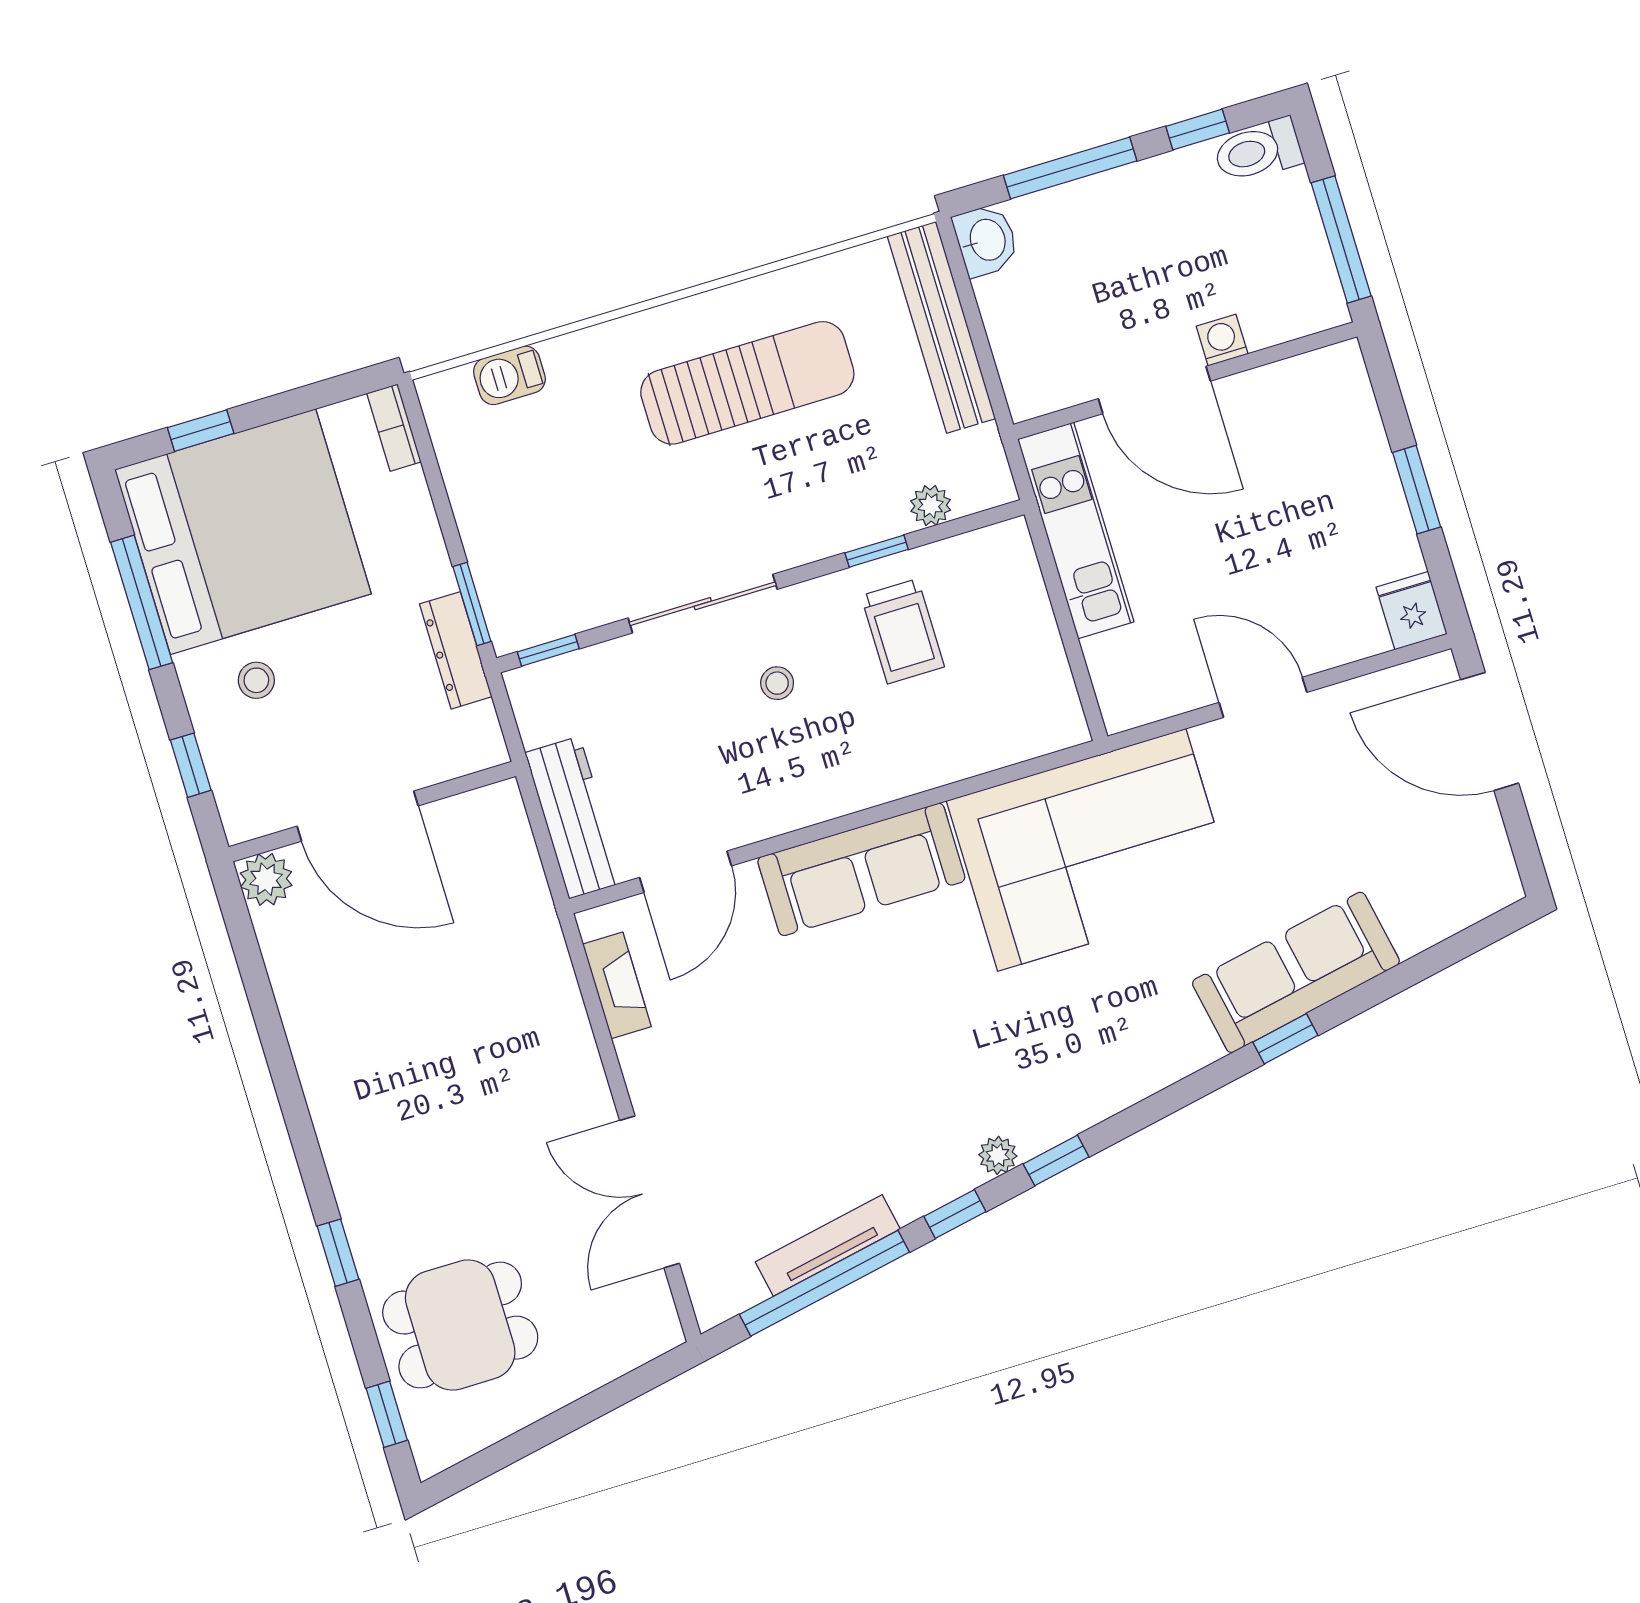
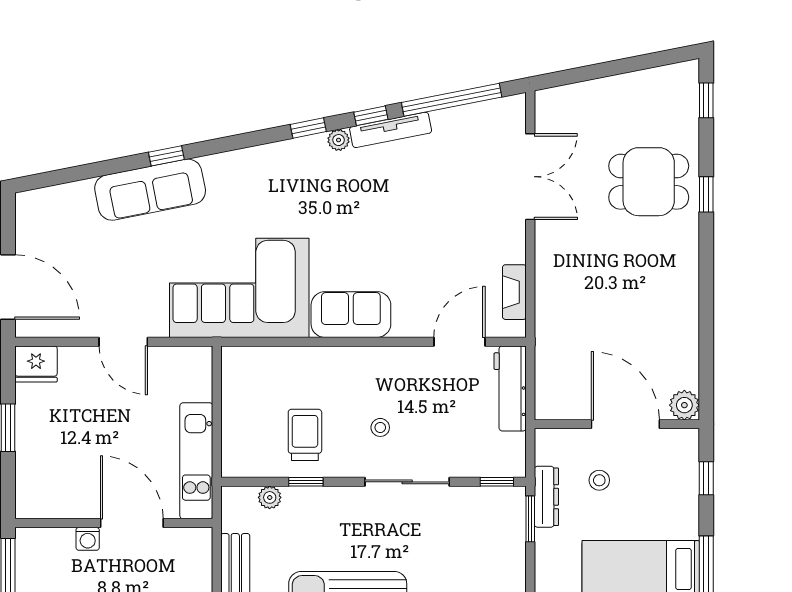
fridge: (1412, 611) -> (36, 364), width x1.38
stool: (256, 680) -> (599, 480), moved
sofa: (861, 869) -> (351, 315), width x0.73
tv unit: (828, 1245) -> (391, 130), moved
dining table: (460, 1325) -> (649, 182), moved

